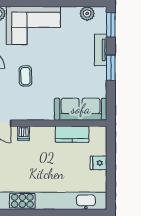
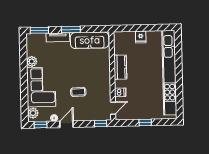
plant: (87, 14) -> (32, 61), moved
sofa: (81, 109) -> (90, 40), moved, turned -90
kitchen counter: (72, 134) -> (120, 67), moved

